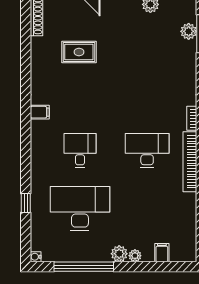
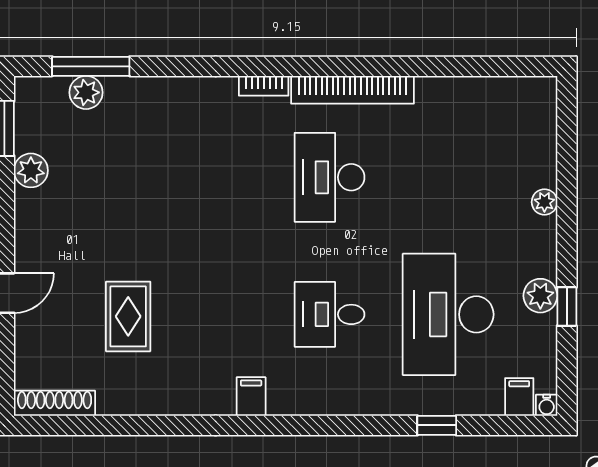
filing cabinet: (162, 253) -> (519, 397), moved, turned 90
plant: (119, 254) -> (540, 296), moved
window: (84, 267) -> (567, 307), width x0.32

